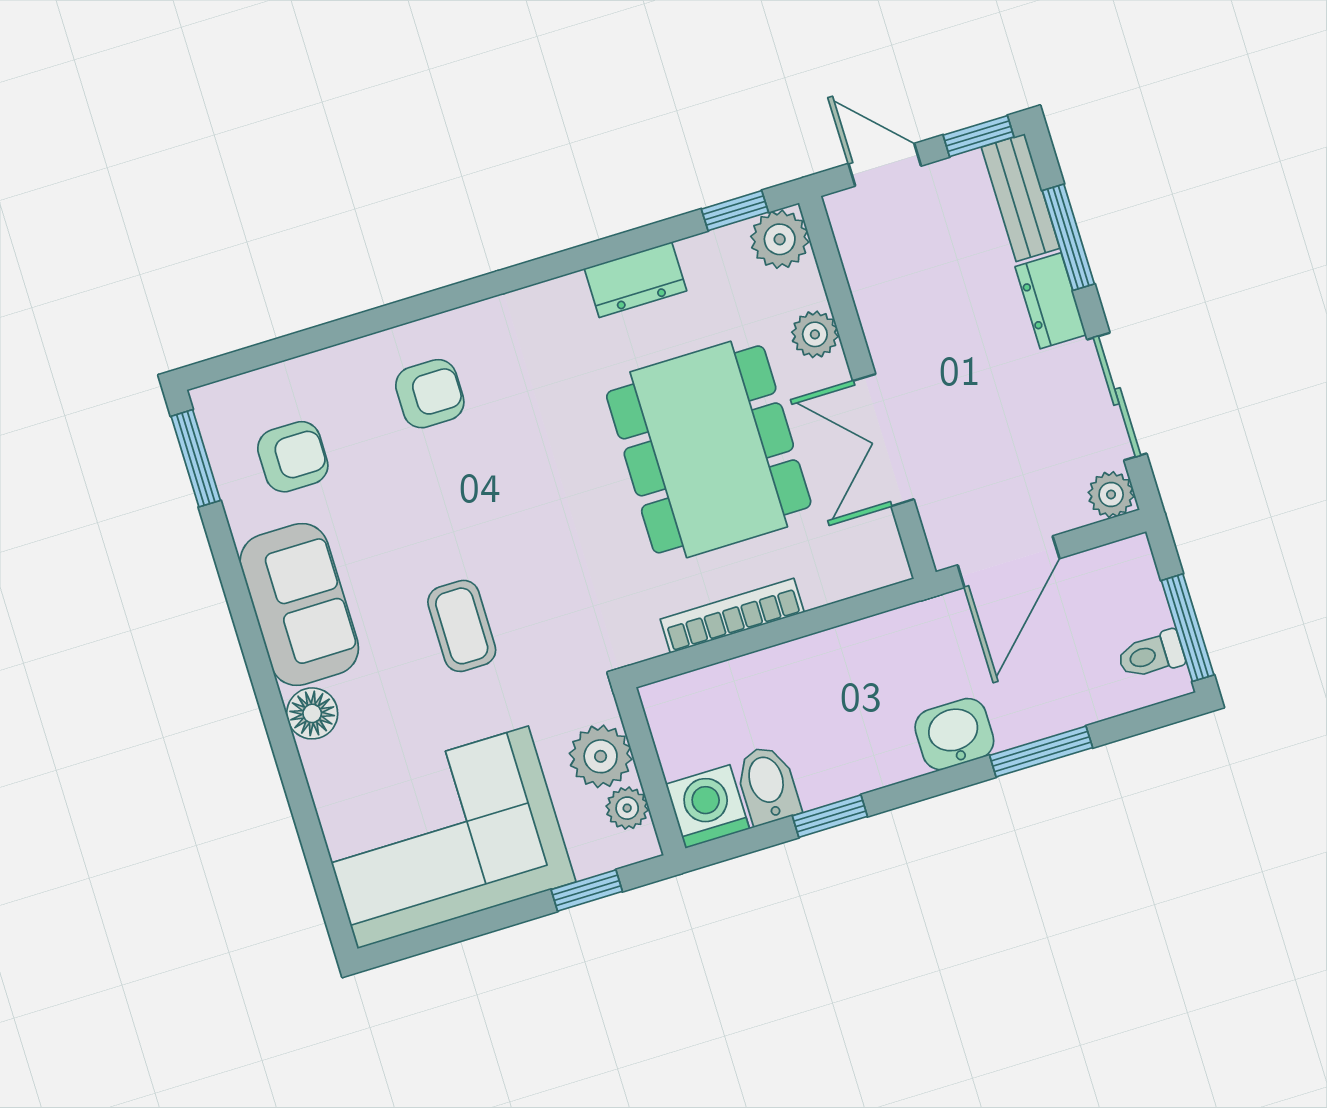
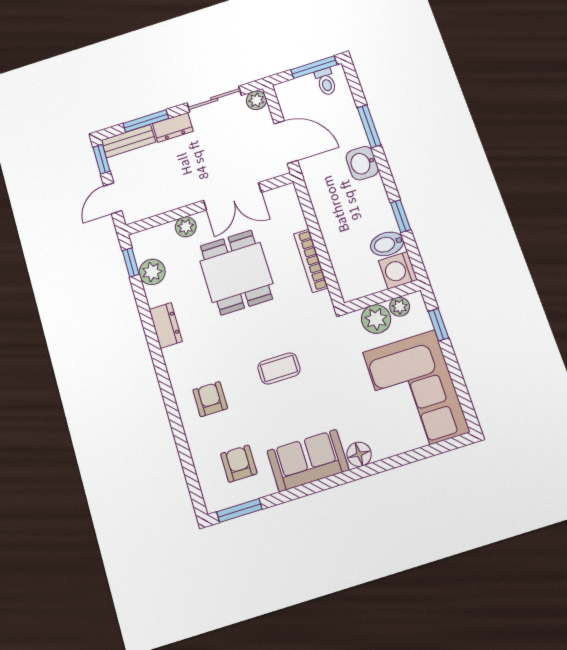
plant: (780, 239) -> (152, 272), moved
dresser: (635, 280) -> (166, 325), moved
dining table: (709, 449) -> (236, 272), width x0.73
coffee table: (462, 626) -> (279, 368), moved

